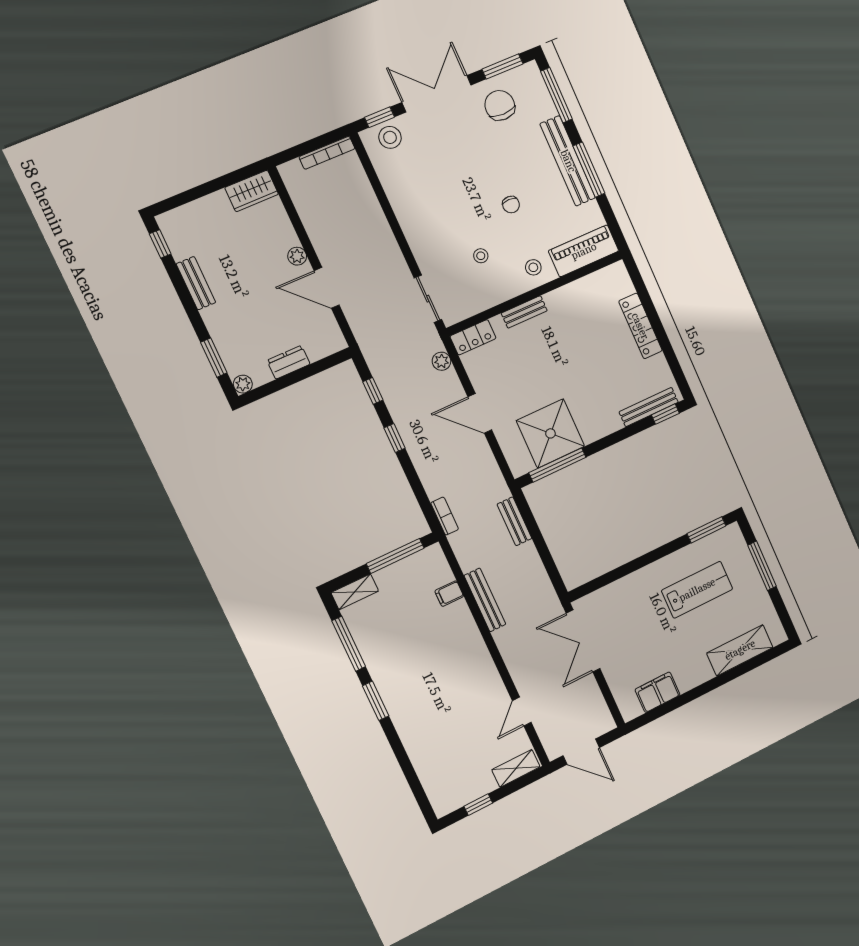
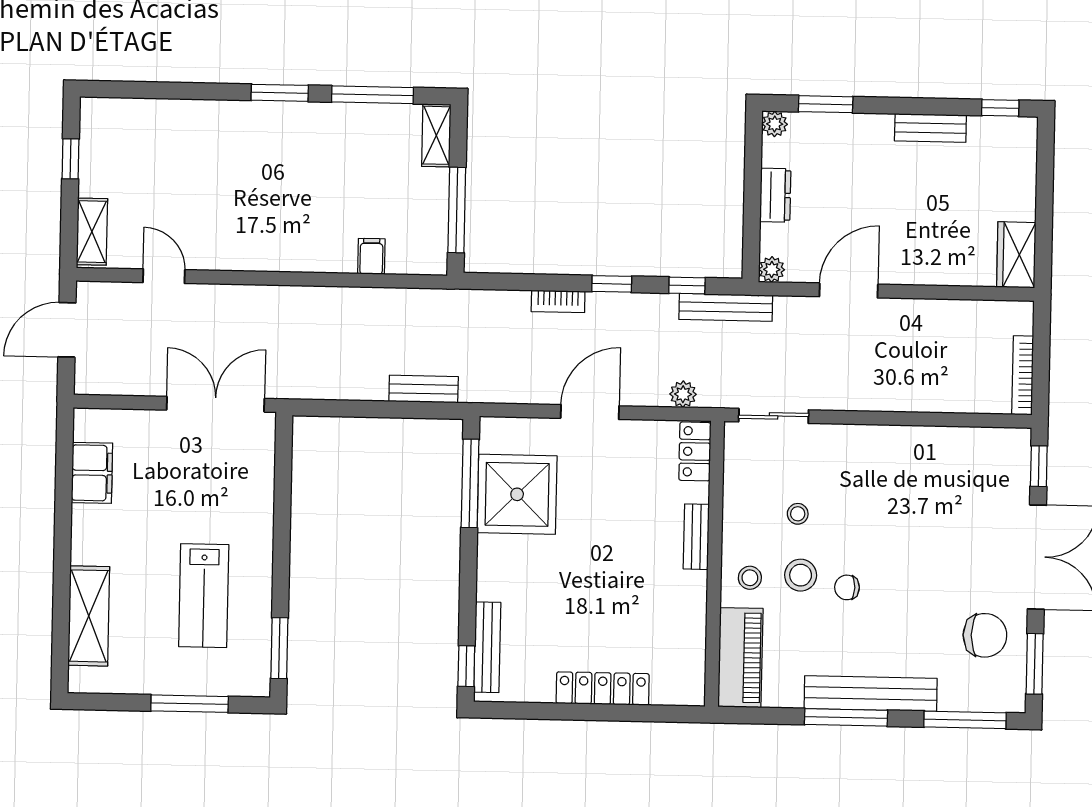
stool: (390, 137) -> (801, 575), moved
plant: (297, 256) -> (772, 269), moved
bookcase: (445, 516) -> (558, 301), moved
bench: (485, 600) -> (726, 307), moved

